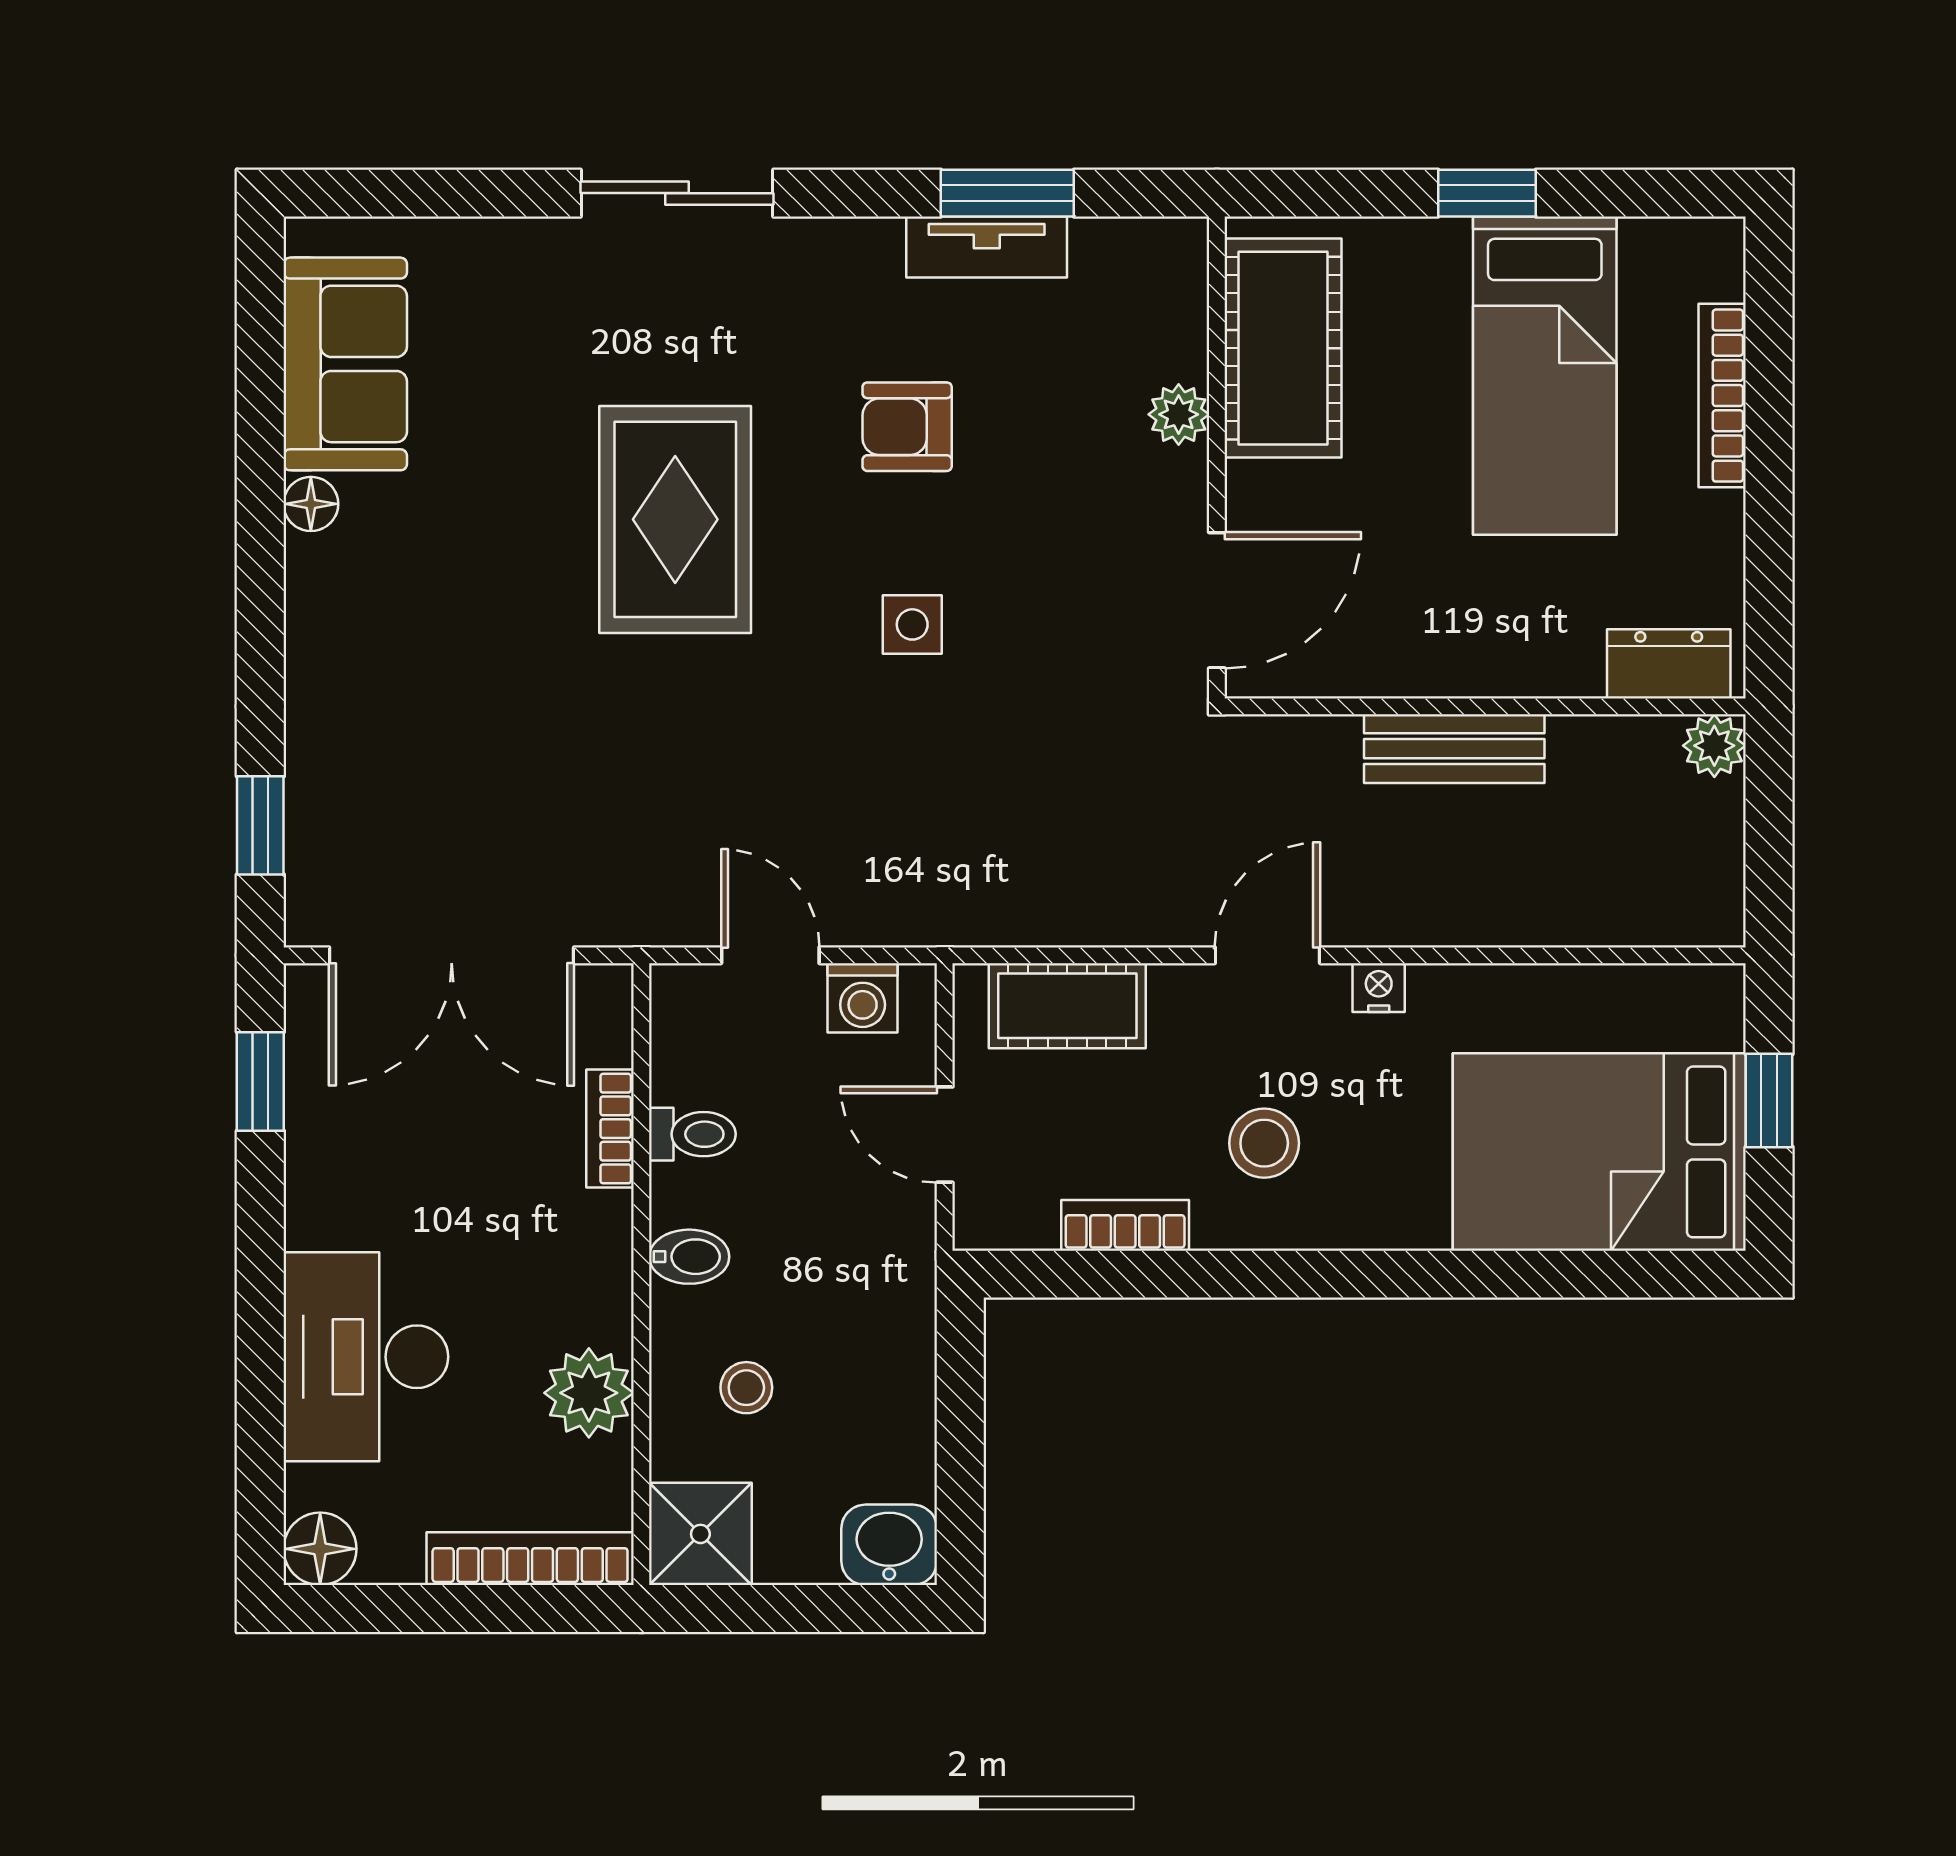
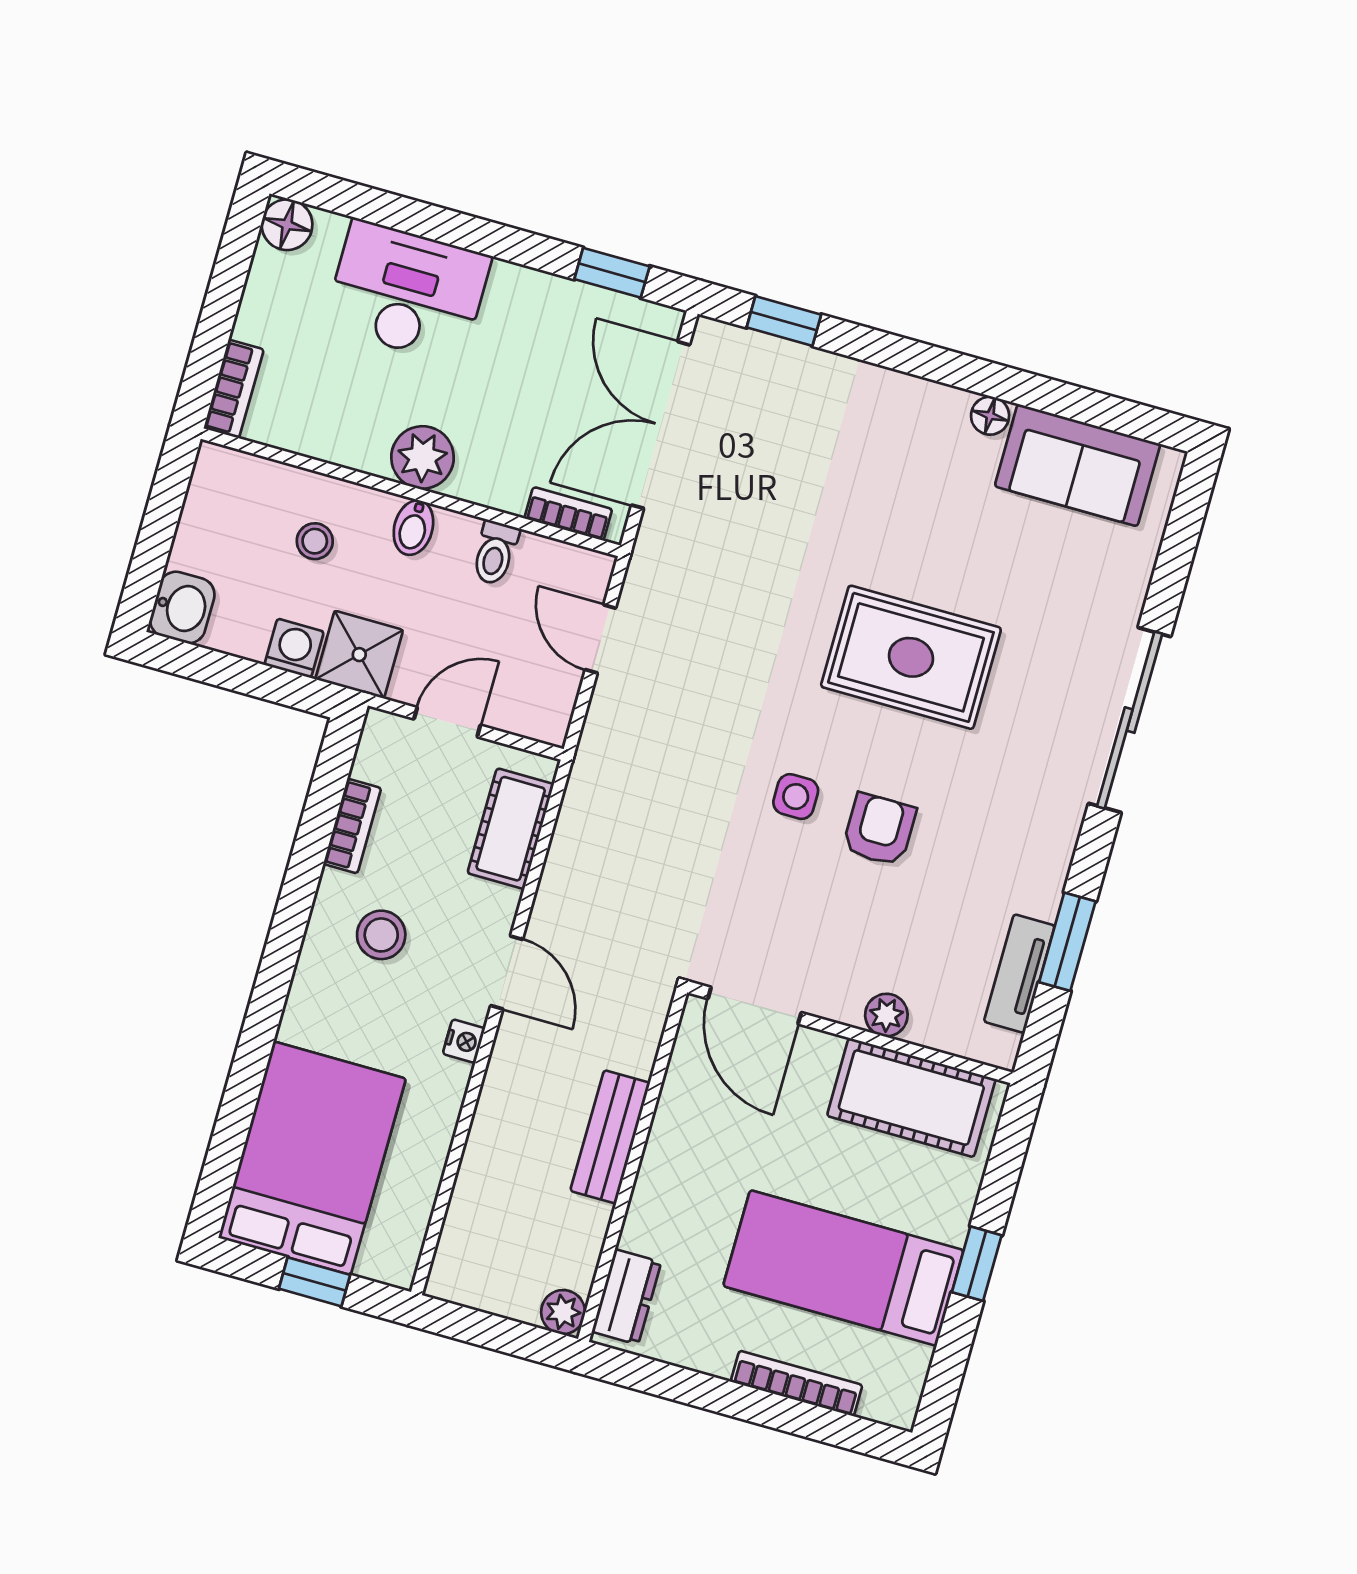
sliding door: (677, 193) -> (1130, 720), width x1.37
tv unit: (987, 247) -> (1019, 974), moved
armchair: (907, 427) -> (879, 830), moved
door: (770, 955) -> (600, 639), swing flipped
washing machine: (863, 998) -> (294, 648), moved, turned 90
bookcase: (610, 1129) -> (568, 514), moved
plant: (589, 1393) -> (423, 457), moved
shower: (700, 1534) -> (359, 655), moved
bookcase: (530, 1559) -> (234, 389), width x0.64

